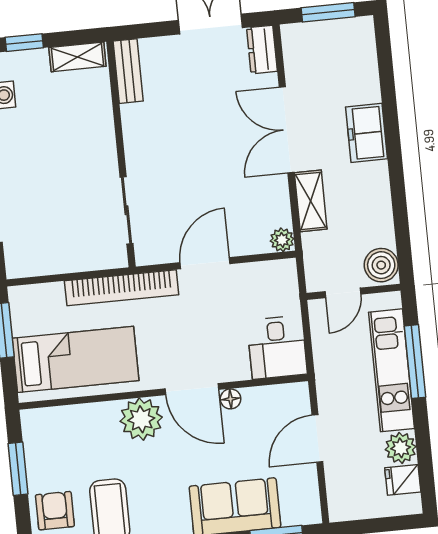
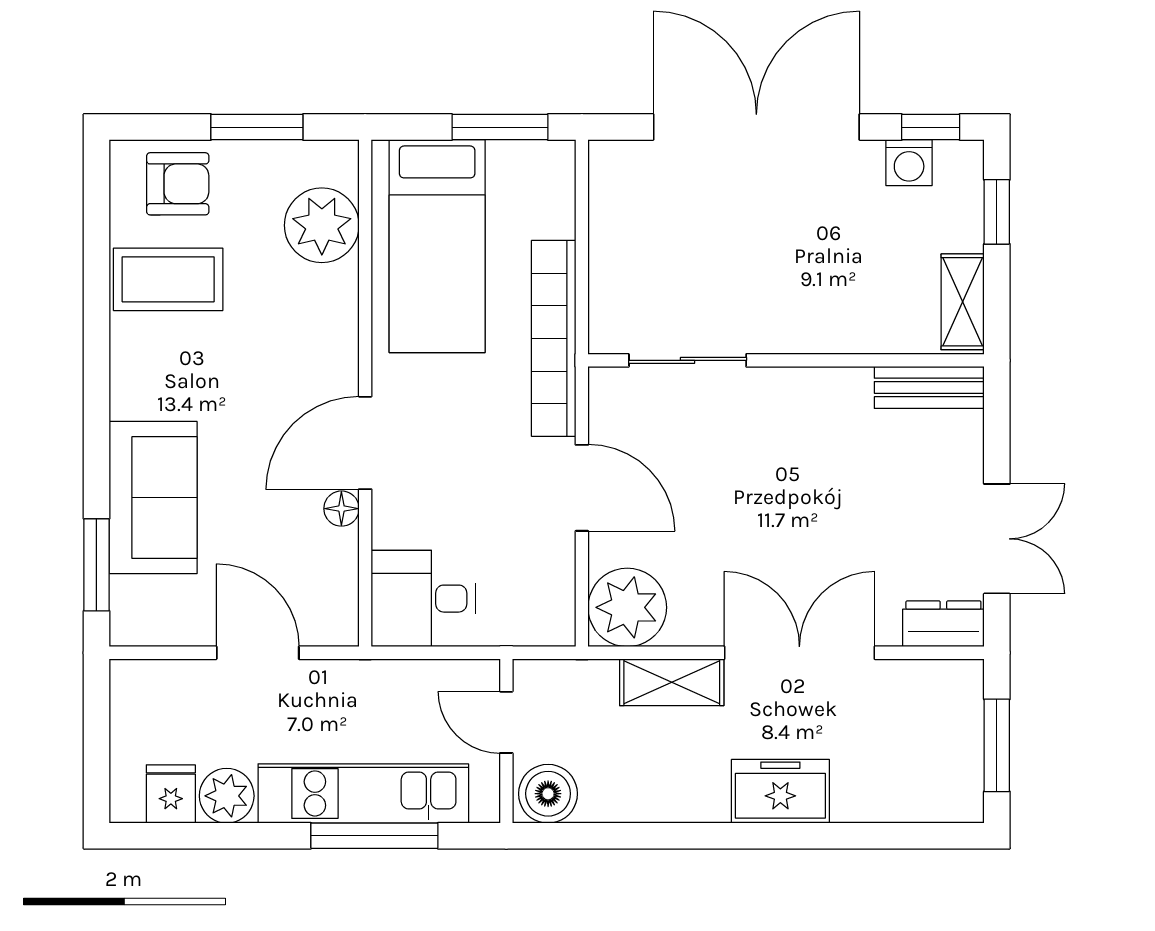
plant: (282, 240) -> (627, 607), width x1.87, depth x1.87
plant: (141, 419) -> (322, 225), moved

